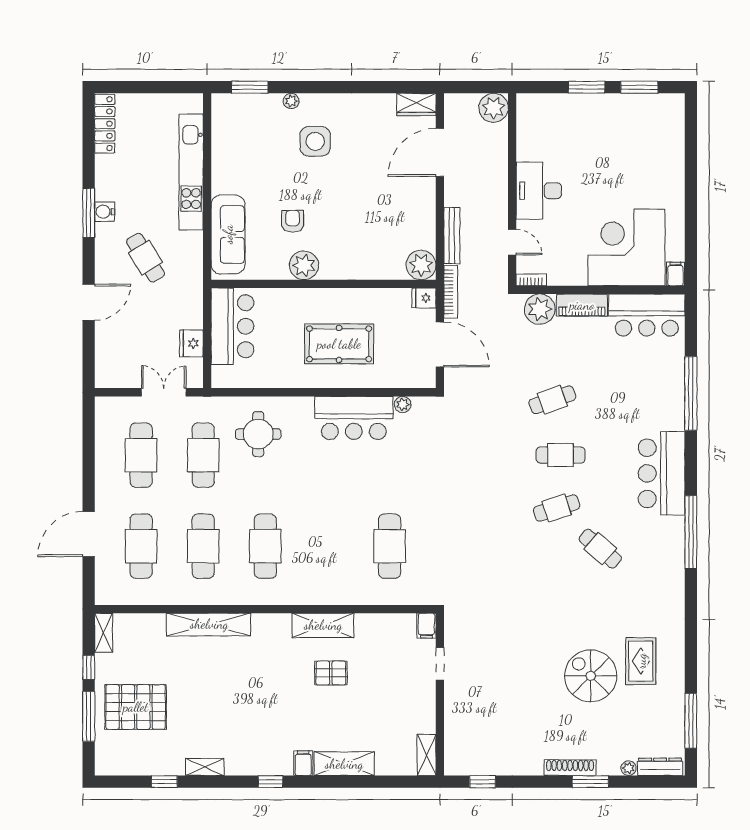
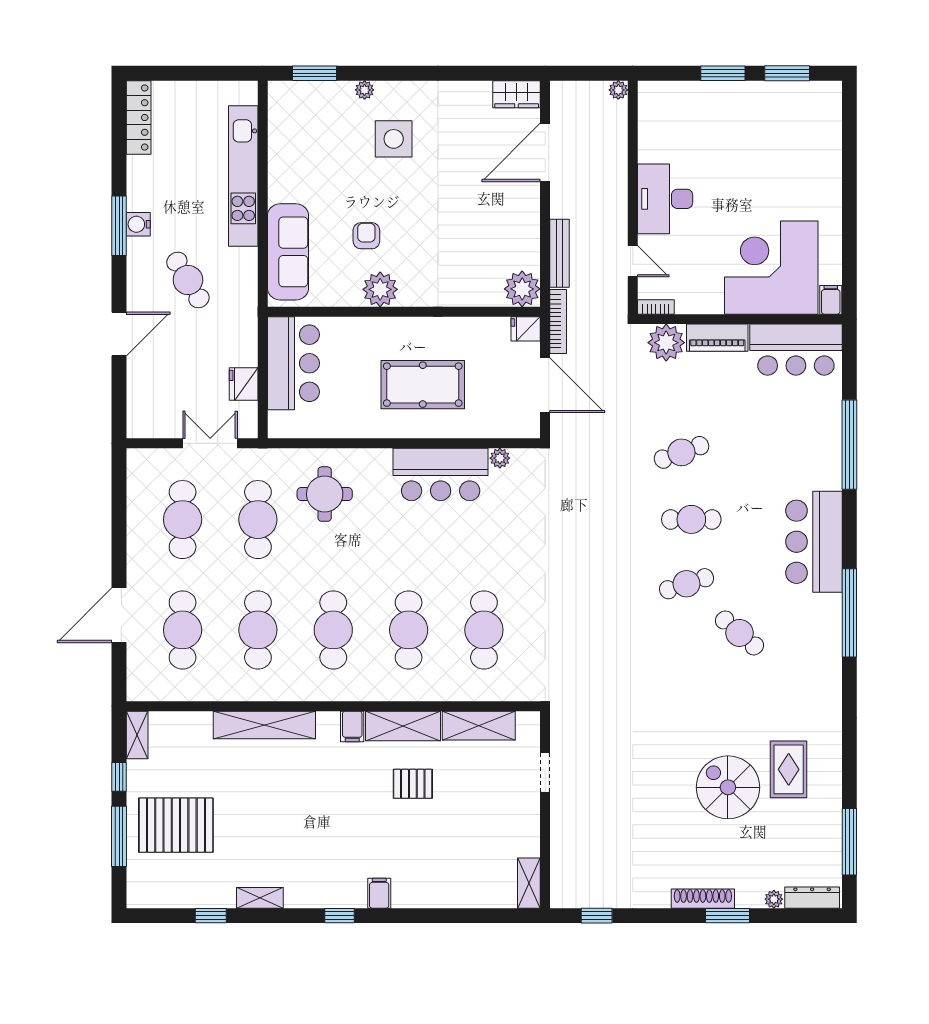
plant: (494, 108) -> (618, 90), width x0.53, depth x0.53
cafe table: (327, 546) -> (409, 630), added
filing cabinet: (426, 626) -> (352, 726), moved
shelving: (344, 764) -> (479, 726), moved

